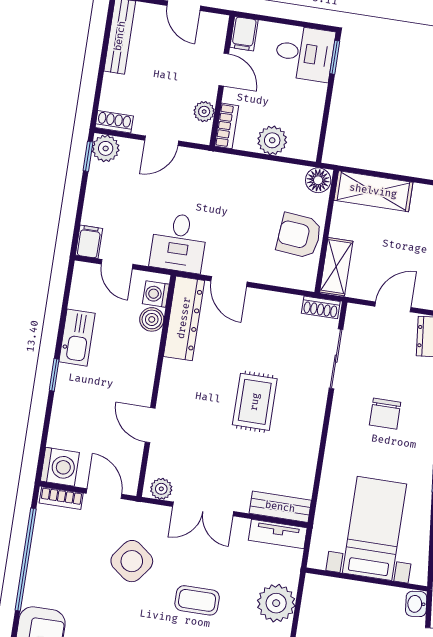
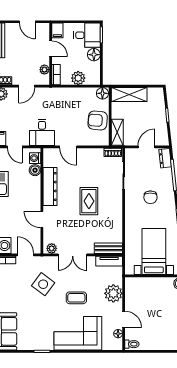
floor lamp: (313, 96) -> (94, 55), added
dresser: (184, 318) -> (50, 187), moved

